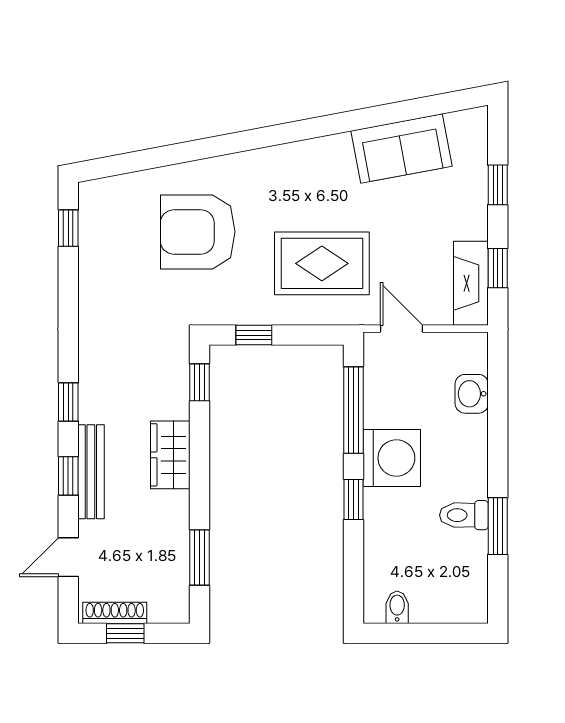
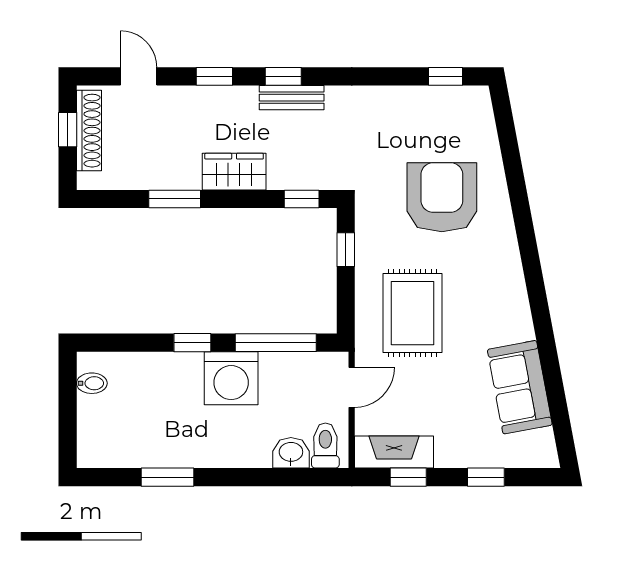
bench: (91, 472) -> (292, 98), moved, width x0.73
toilet: (464, 515) -> (325, 446), moved
window: (200, 558) -> (175, 199), moved
shoe rack: (115, 613) -> (89, 131), width x1.36, depth x1.24

